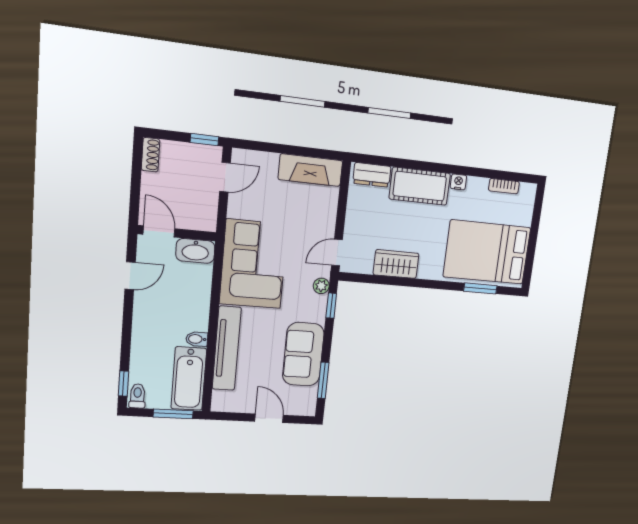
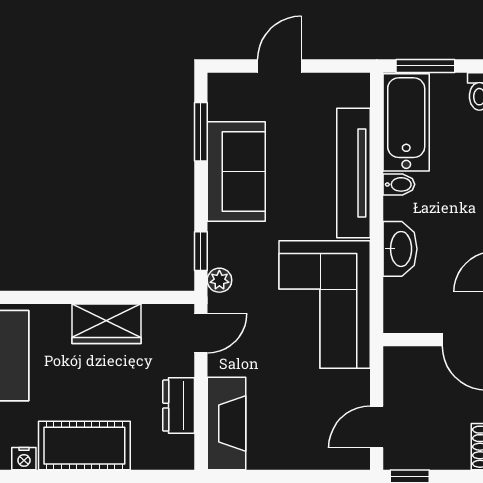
fireplace: (310, 170) -> (226, 423), moved, turned 90
dresser: (372, 175) -> (179, 406), moved, turned -90
washbasin: (195, 251) -> (400, 249), moved, turned 90
door: (269, 418) -> (280, 66), swing flipped

